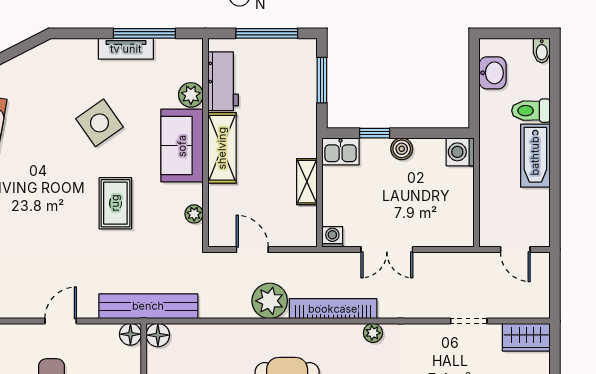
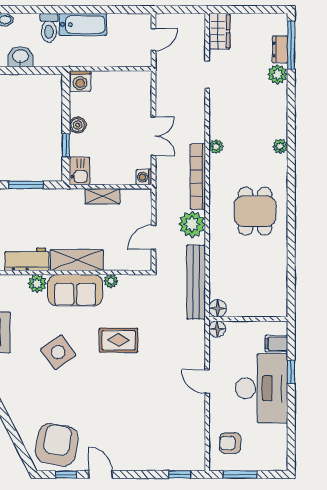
plant: (194, 214) -> (111, 281), moved
bench: (148, 306) -> (196, 282), moved

